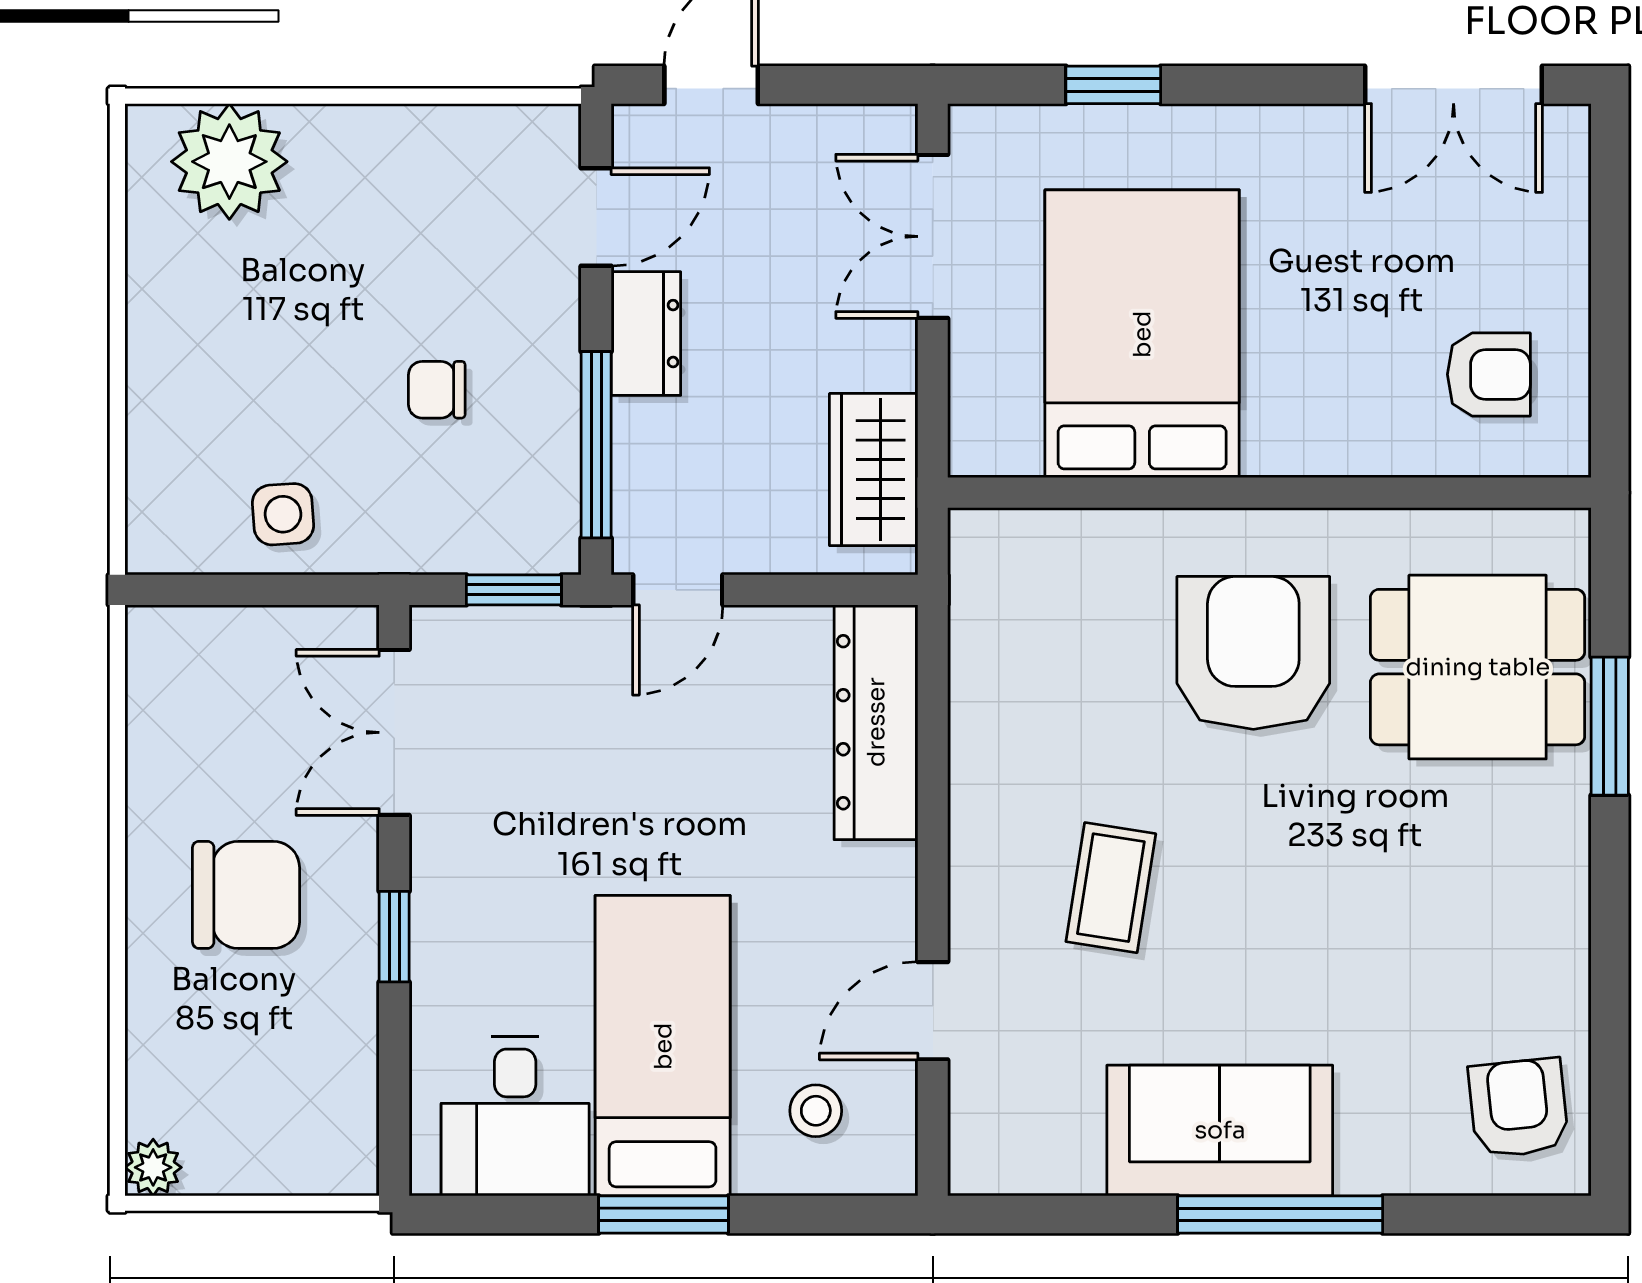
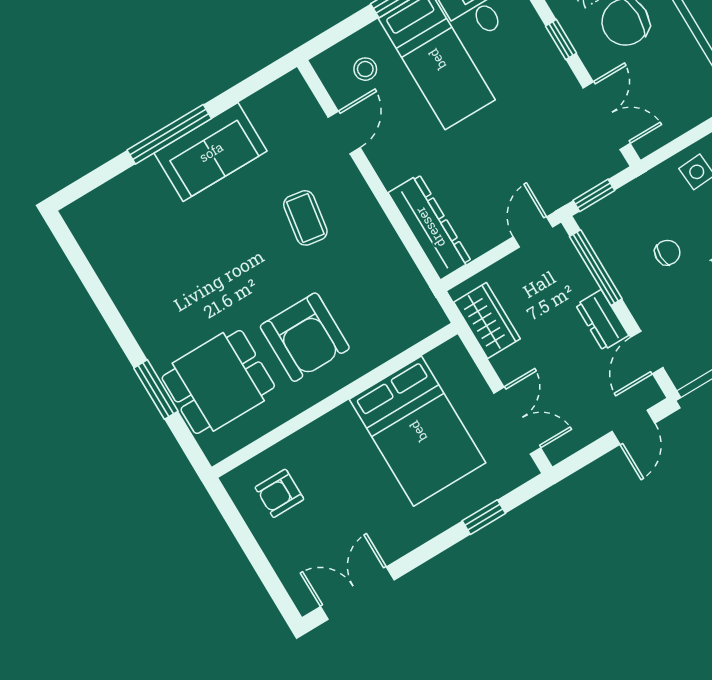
armchair: (1518, 1108) -> (105, 227), removed

